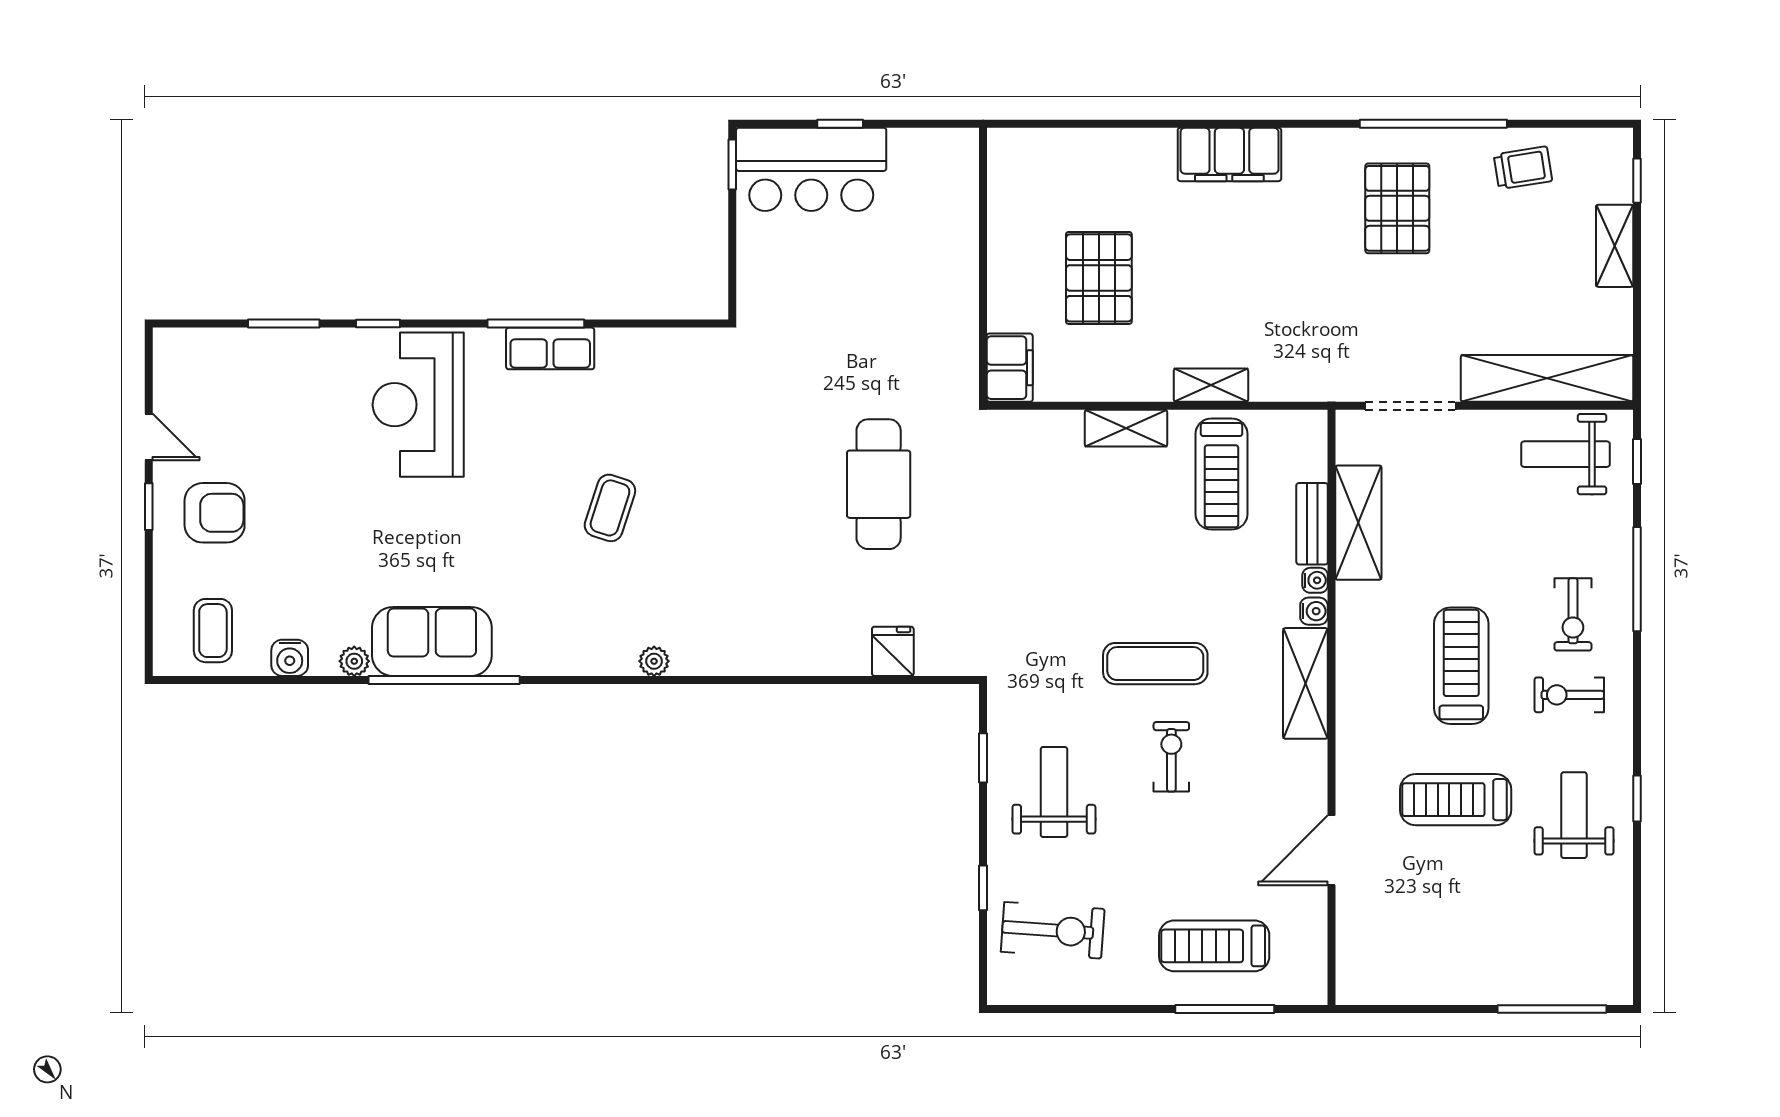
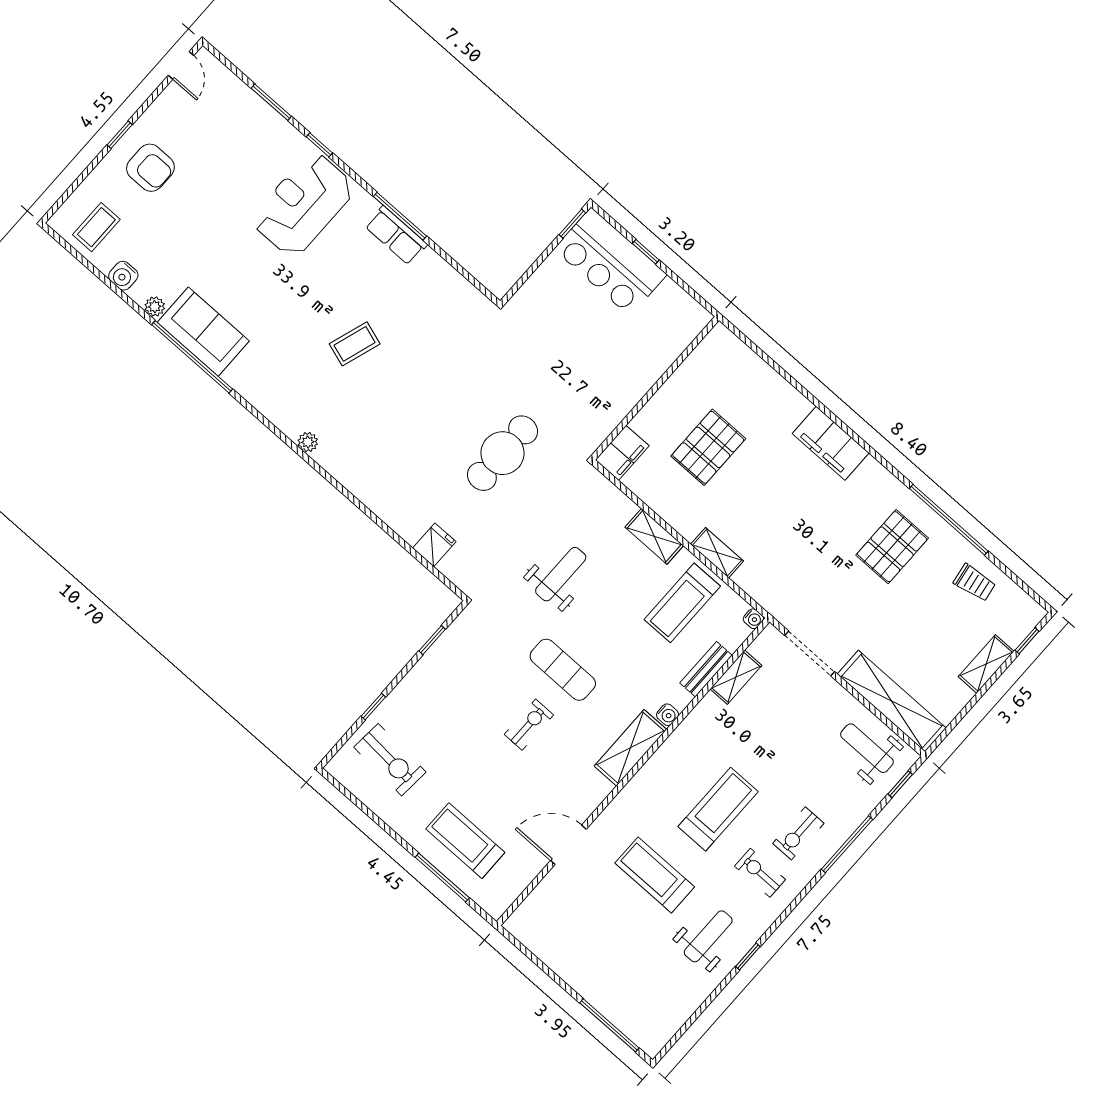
door: (149, 437) -> (181, 65), moved
shelving: (1358, 523) -> (736, 677), width x0.67, depth x0.75
water cooler: (1315, 580) -> (753, 619), moved
weight bench: (1054, 792) -> (561, 574), moved

